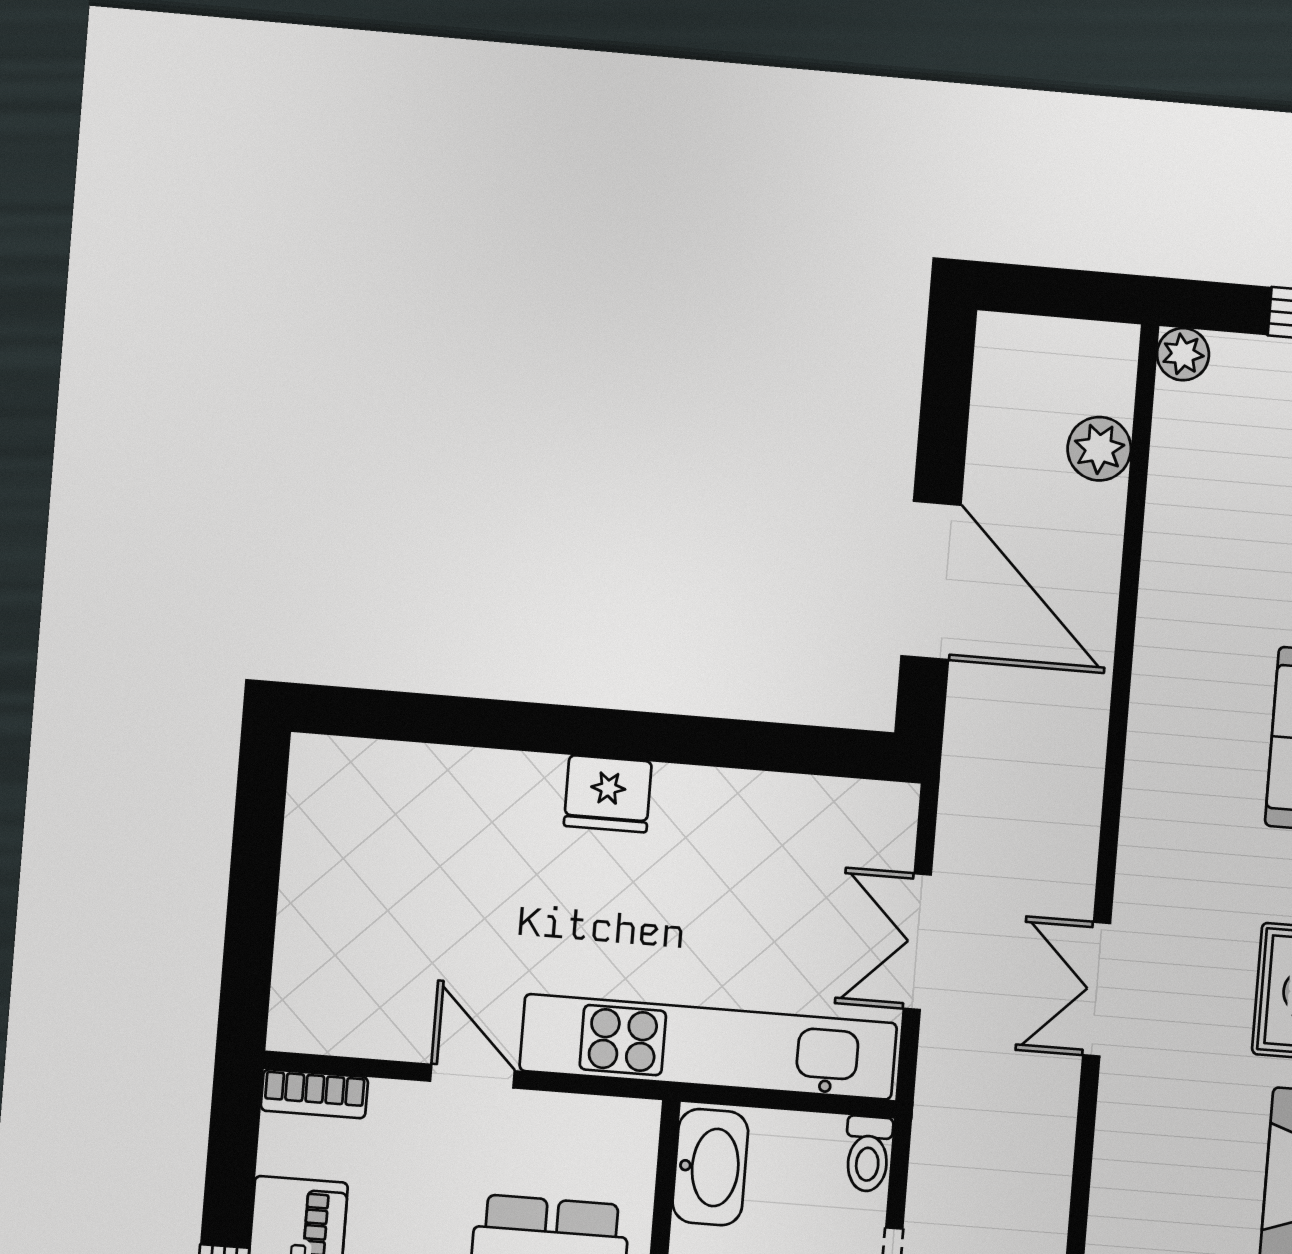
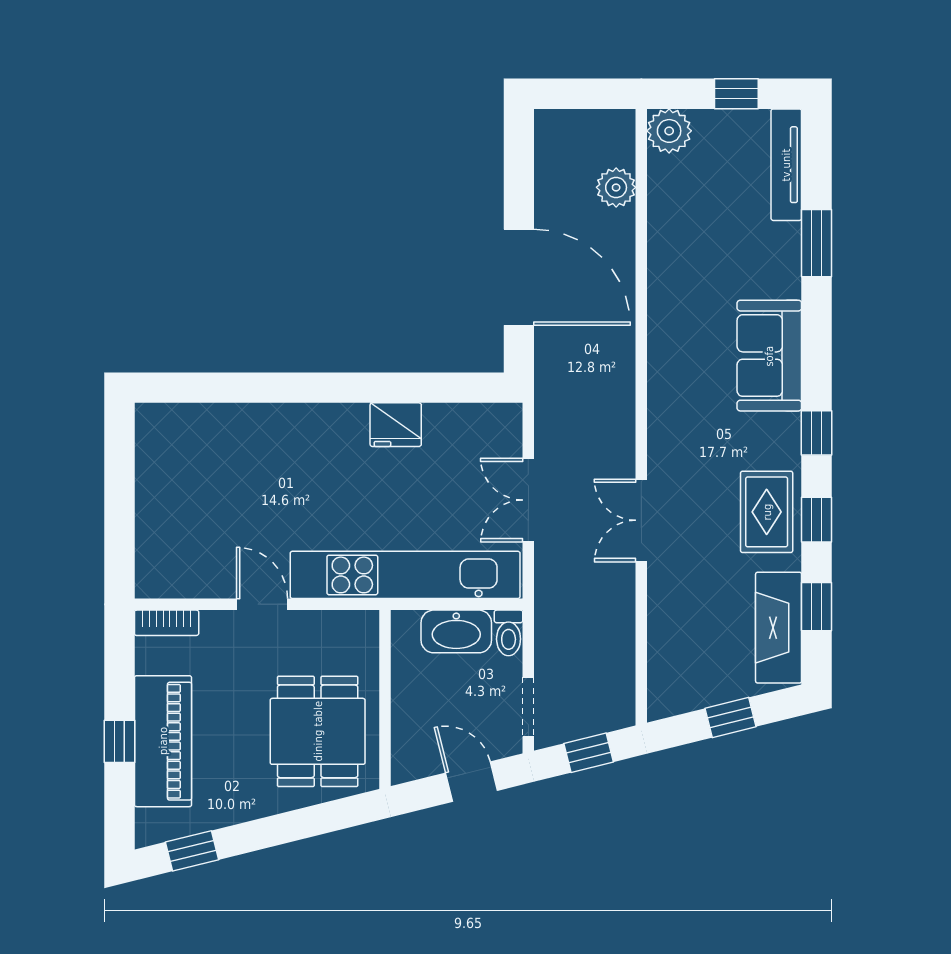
plant: (1183, 354) -> (669, 131), width x1.38, depth x1.38
fridge: (608, 794) -> (396, 425), moved
washbasin: (710, 1167) -> (456, 631), moved, turned 90

